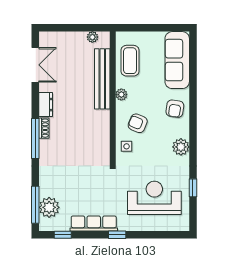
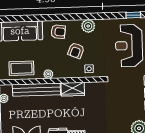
armchair: (138, 123) -> (76, 51), moved
wardrobe: (101, 125) -> (73, 89), added
window: (193, 188) -> (133, 15), moved

